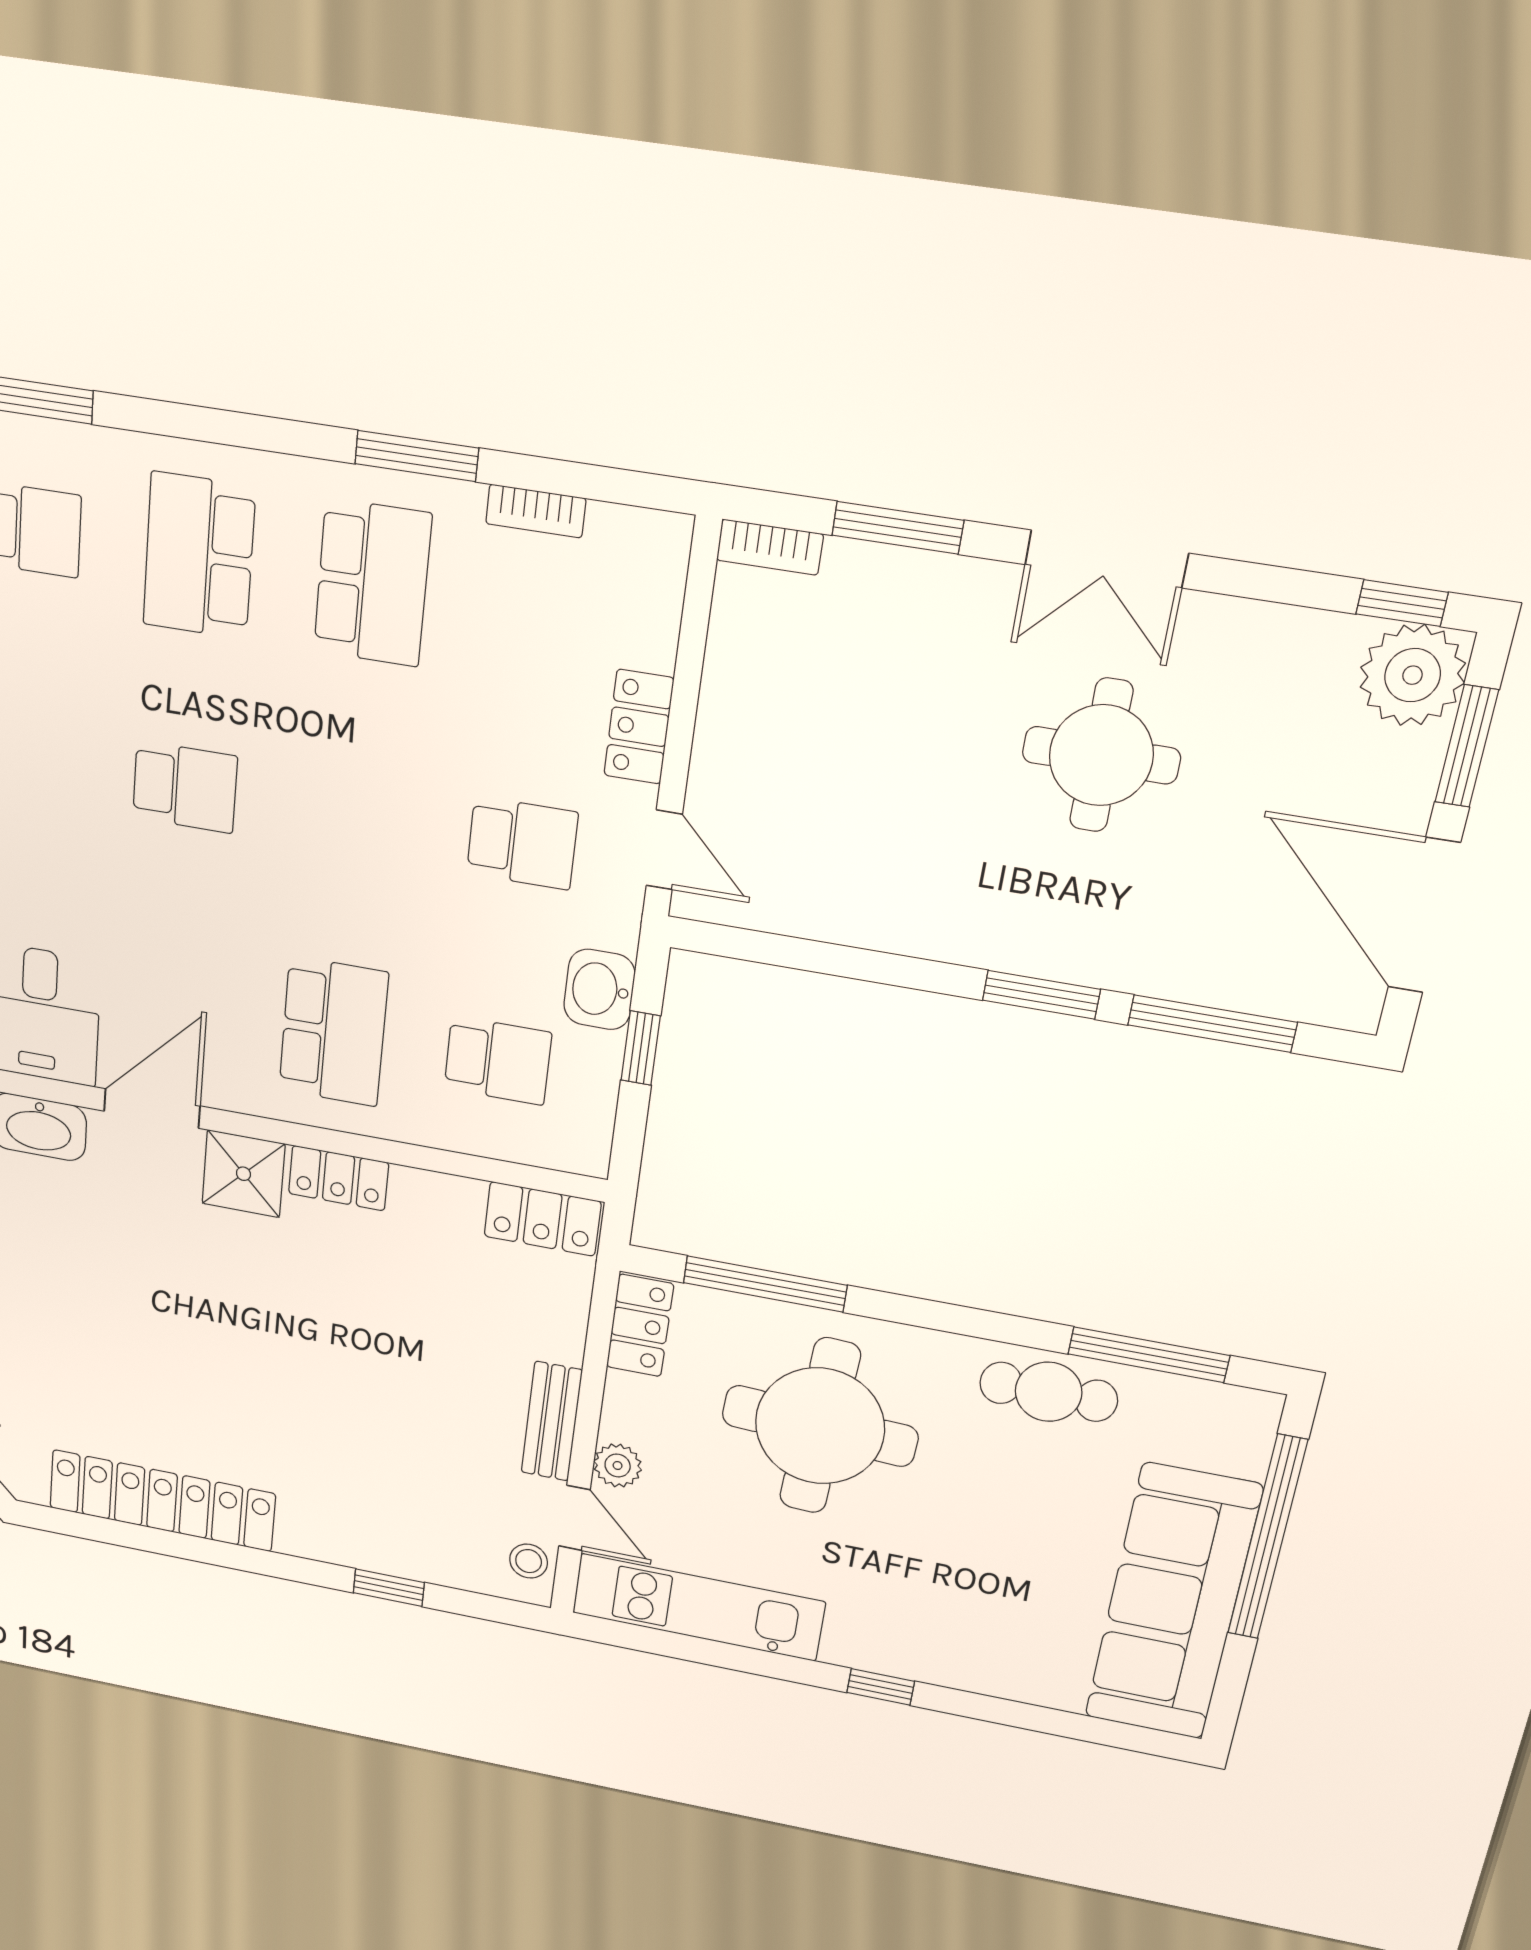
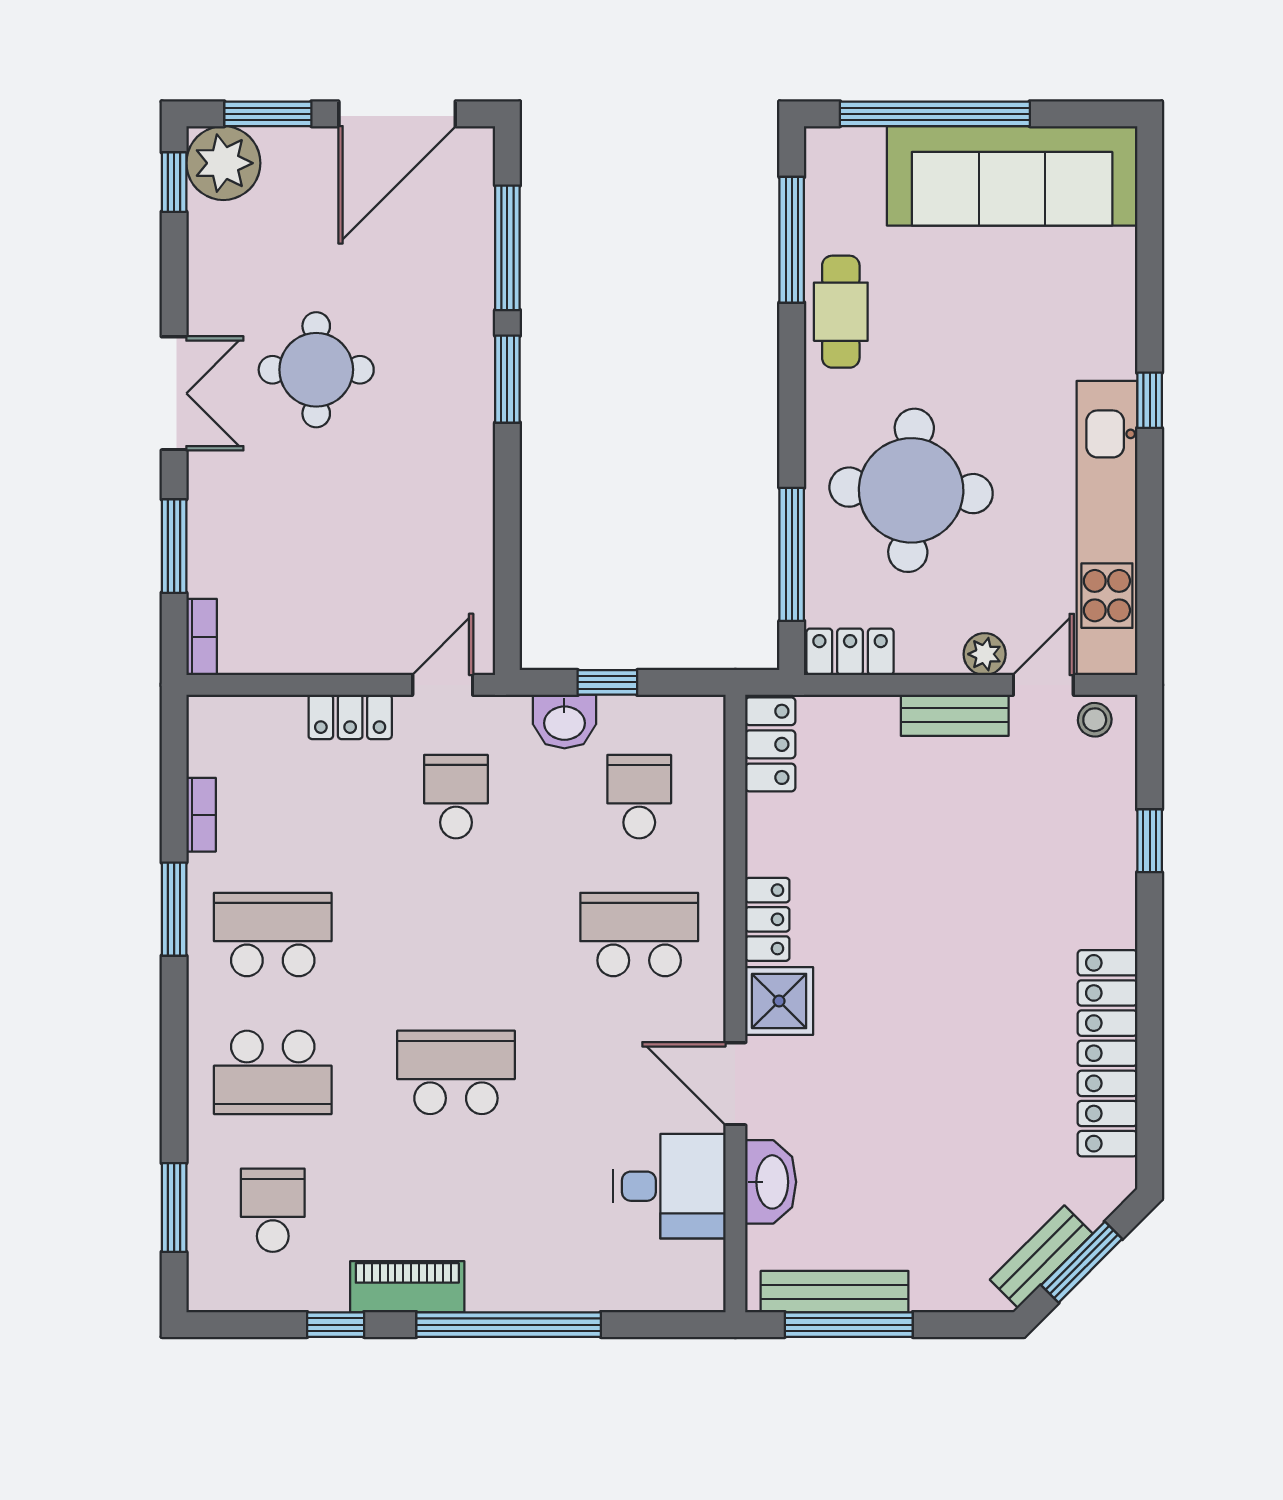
school desk: (185, 787) -> (456, 1072), width x1.85
kitchen unit: (698, 1607) -> (1107, 528), width x1.36

